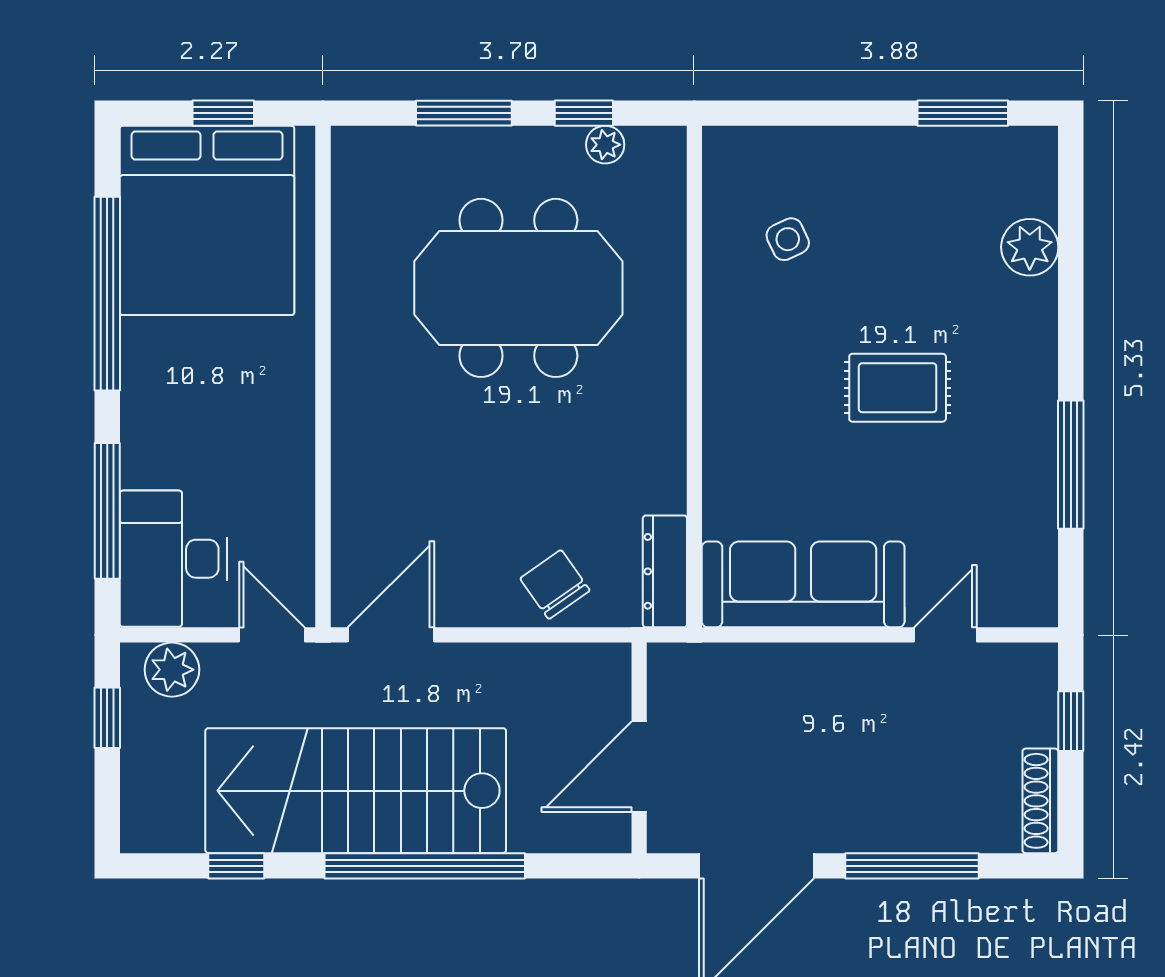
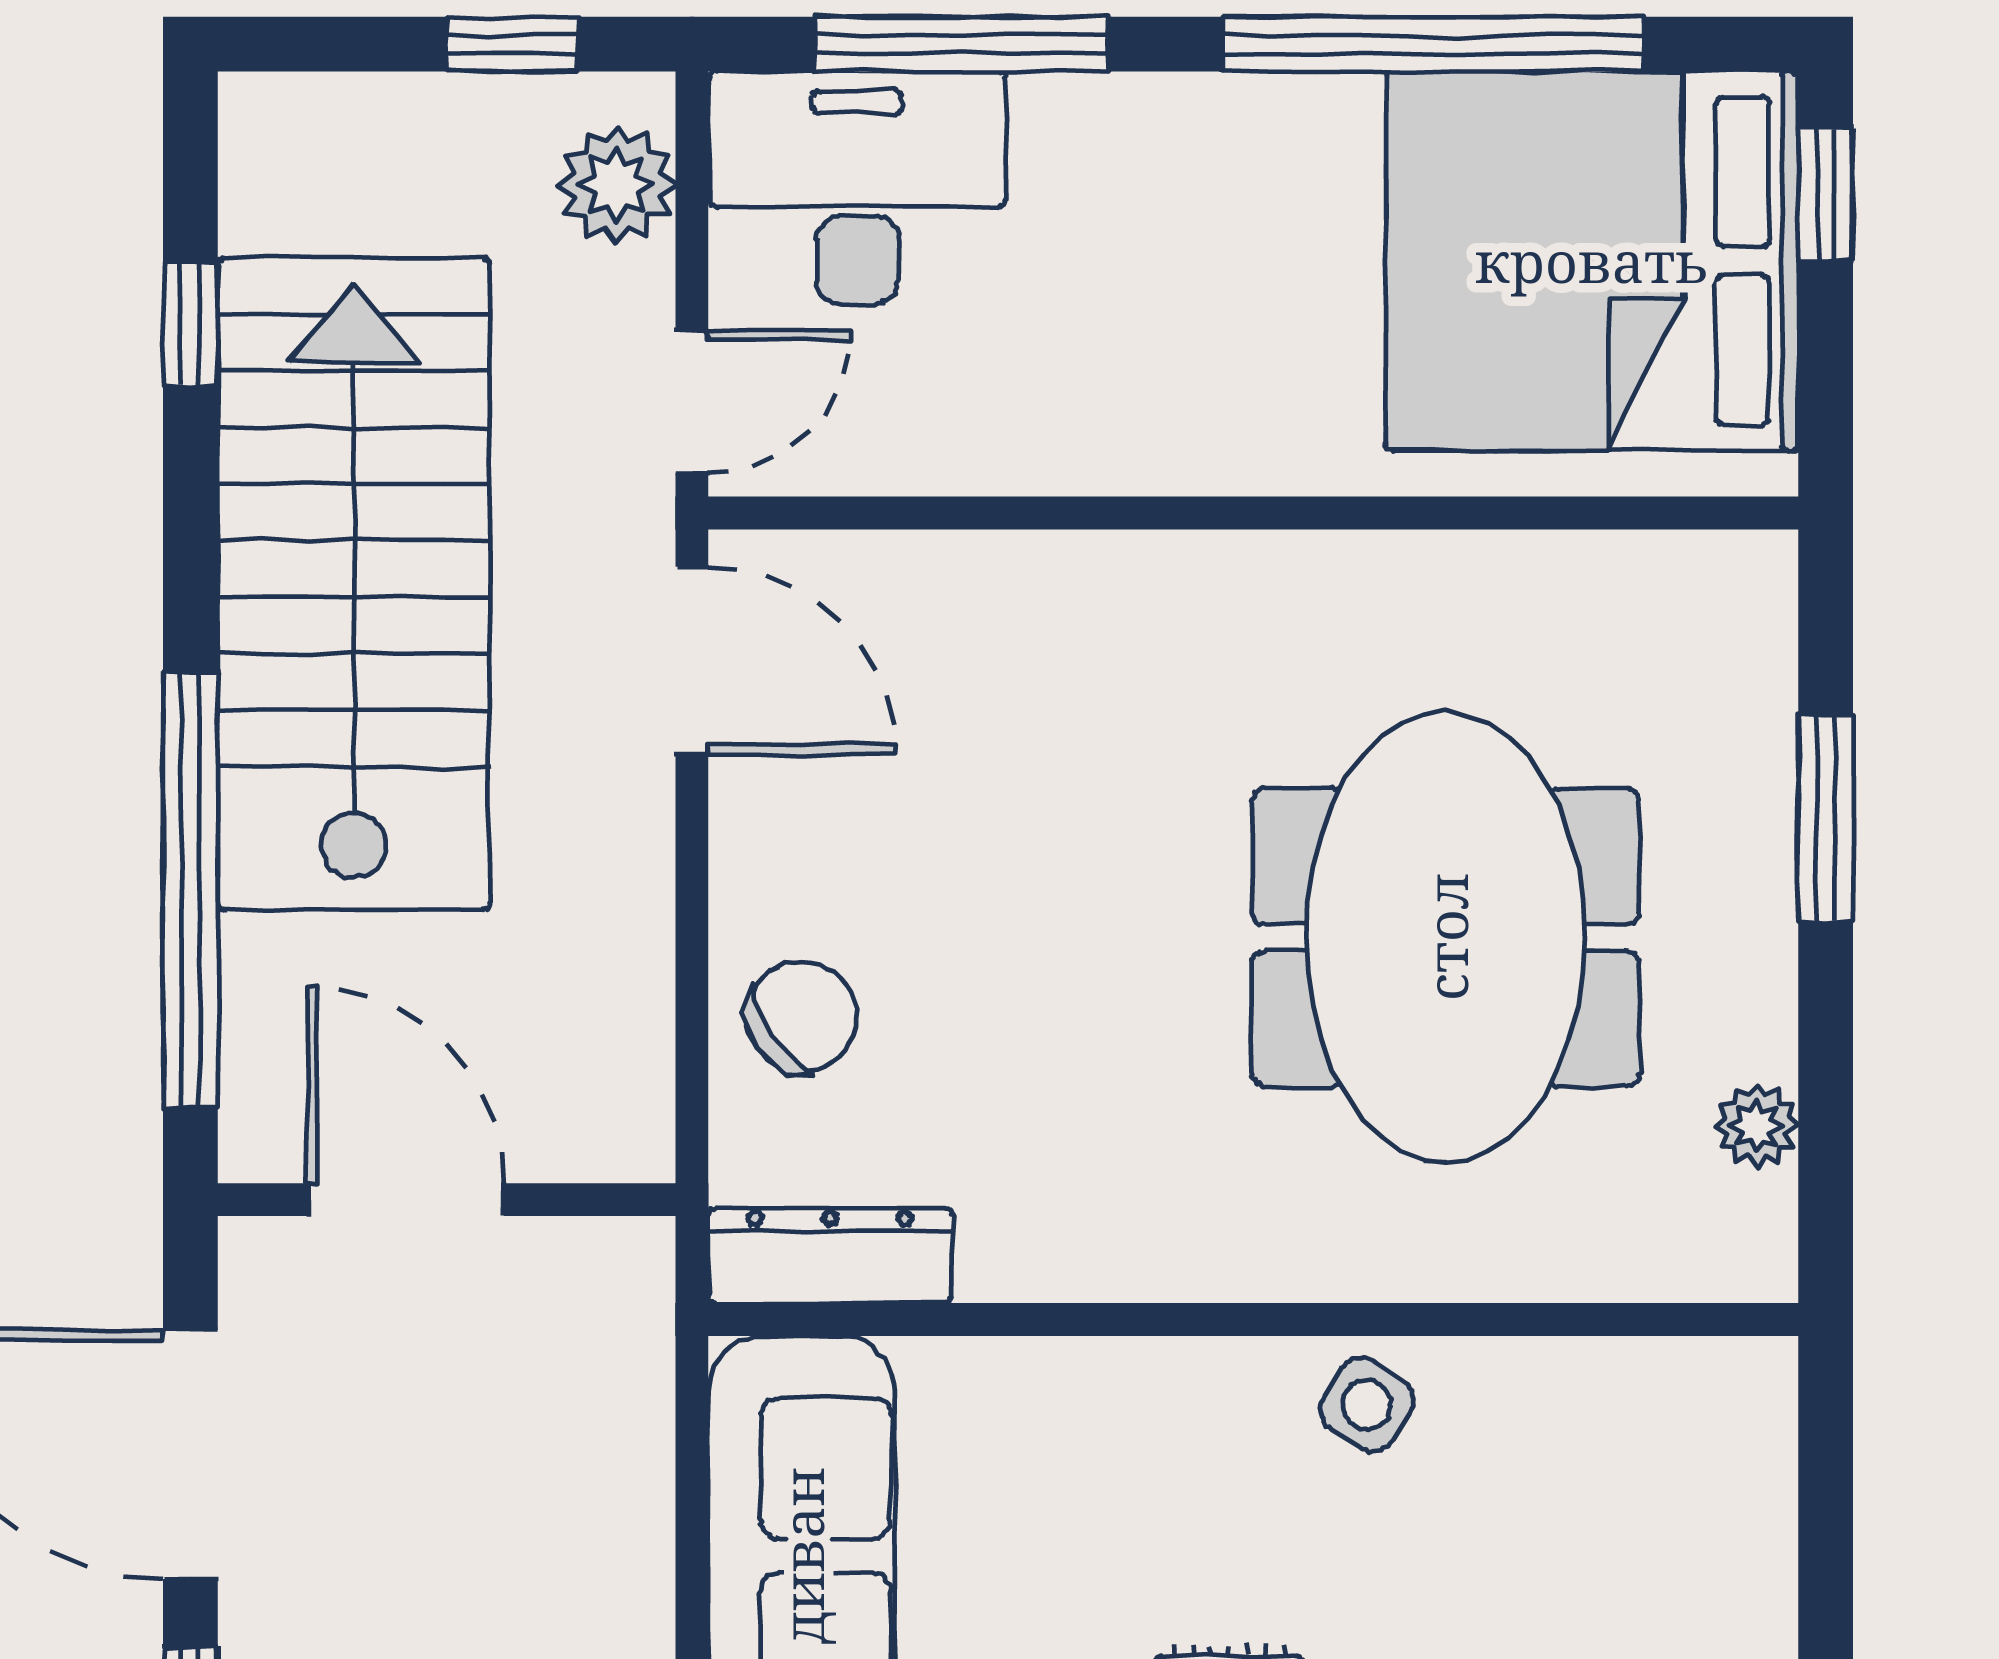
window: (223, 113) -> (1826, 194), moved
window: (584, 113) -> (1826, 1080), removed
side table: (788, 239) -> (1367, 1405), moved, turned -32
window: (425, 866) -> (190, 890), moved

